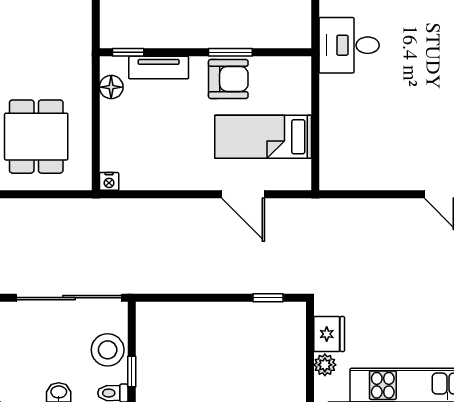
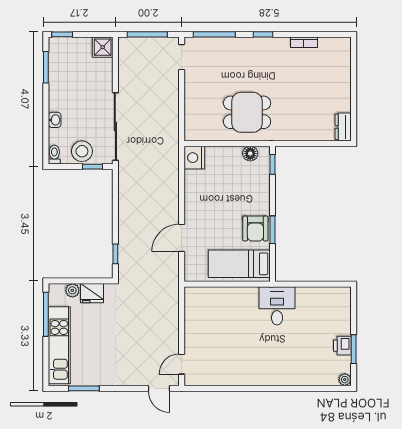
tv unit: (159, 68) -> (263, 184), removed
dining table: (36, 137) -> (247, 112), moved
bed: (263, 137) -> (239, 264), moved, turned -90
nightstand: (109, 181) -> (194, 158), width x1.89, depth x1.79
window: (132, 372) -> (93, 167), moved

